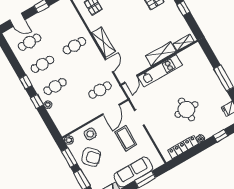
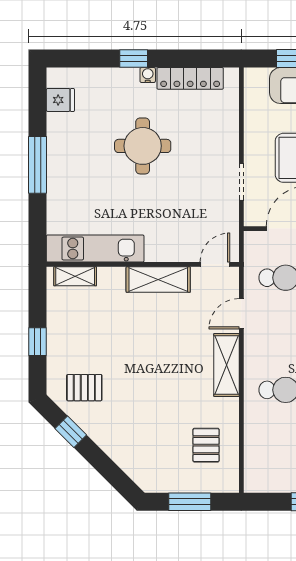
shelving: (161, 54) -> (158, 279), moved
kitchen unit: (160, 71) -> (95, 249), moved
window: (221, 136) -> (134, 58), moved

